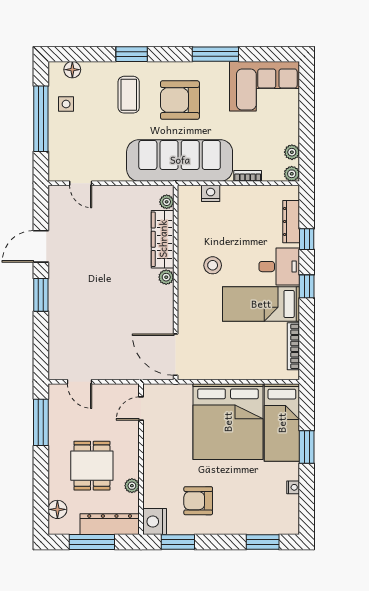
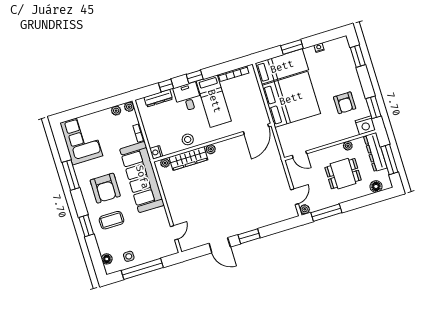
plant: (167, 202) -> (165, 163), moved
wardrobe: (163, 239) -> (188, 158), moved
stool: (213, 265) -> (188, 139), moved
plant: (166, 277) -> (211, 149), moved
wall: (176, 283) -> (212, 143), moved
door: (176, 355) -> (256, 129), moved
plant: (56, 391) -> (305, 209), added

